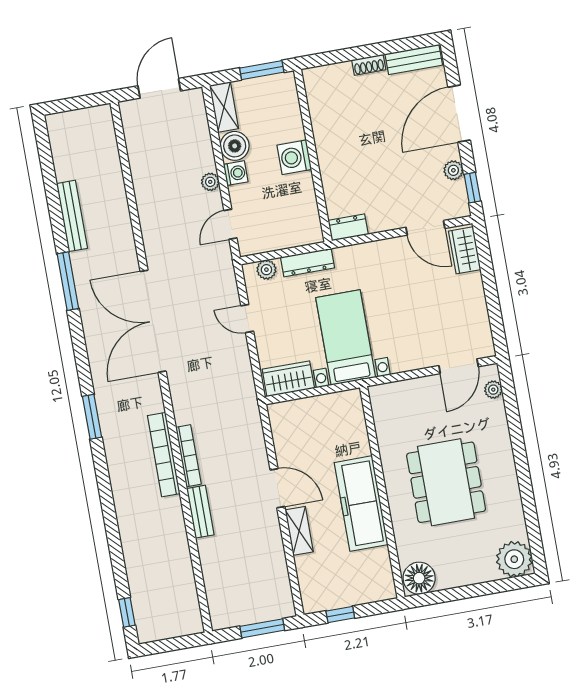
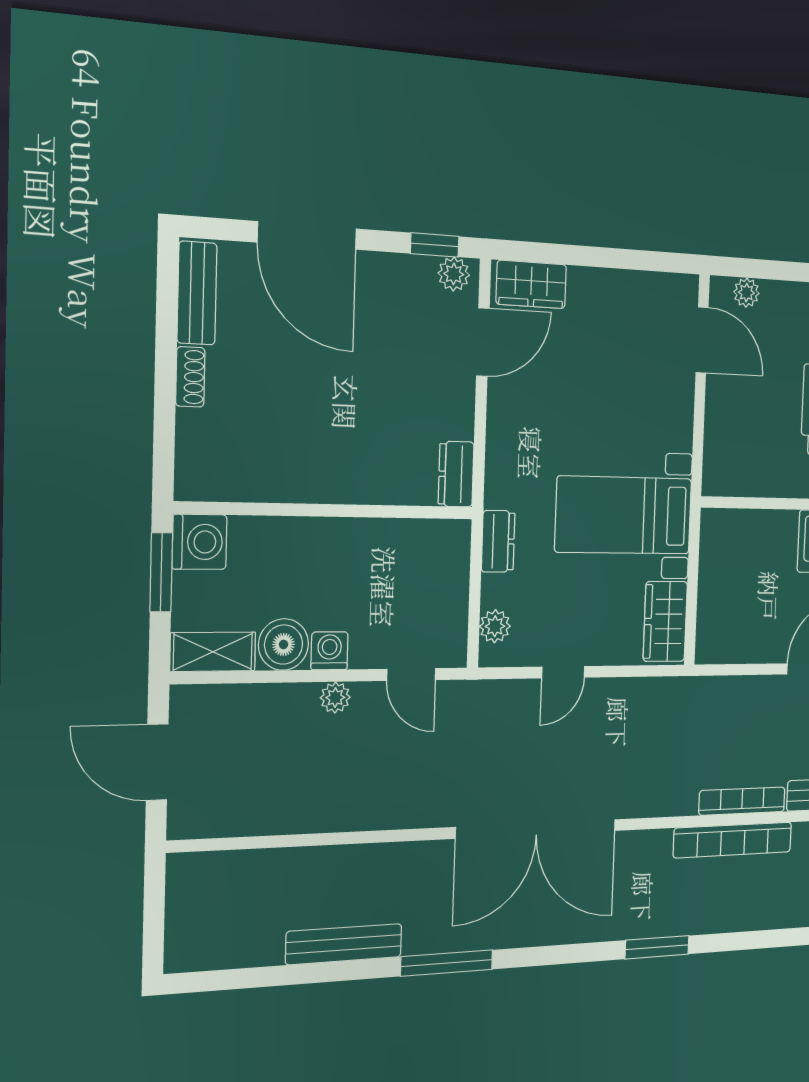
washing machine: (294, 157) -> (200, 542), moved, turned -90
plant: (453, 170) -> (454, 274), moved
dresser: (308, 263) -> (498, 541), width x0.70

